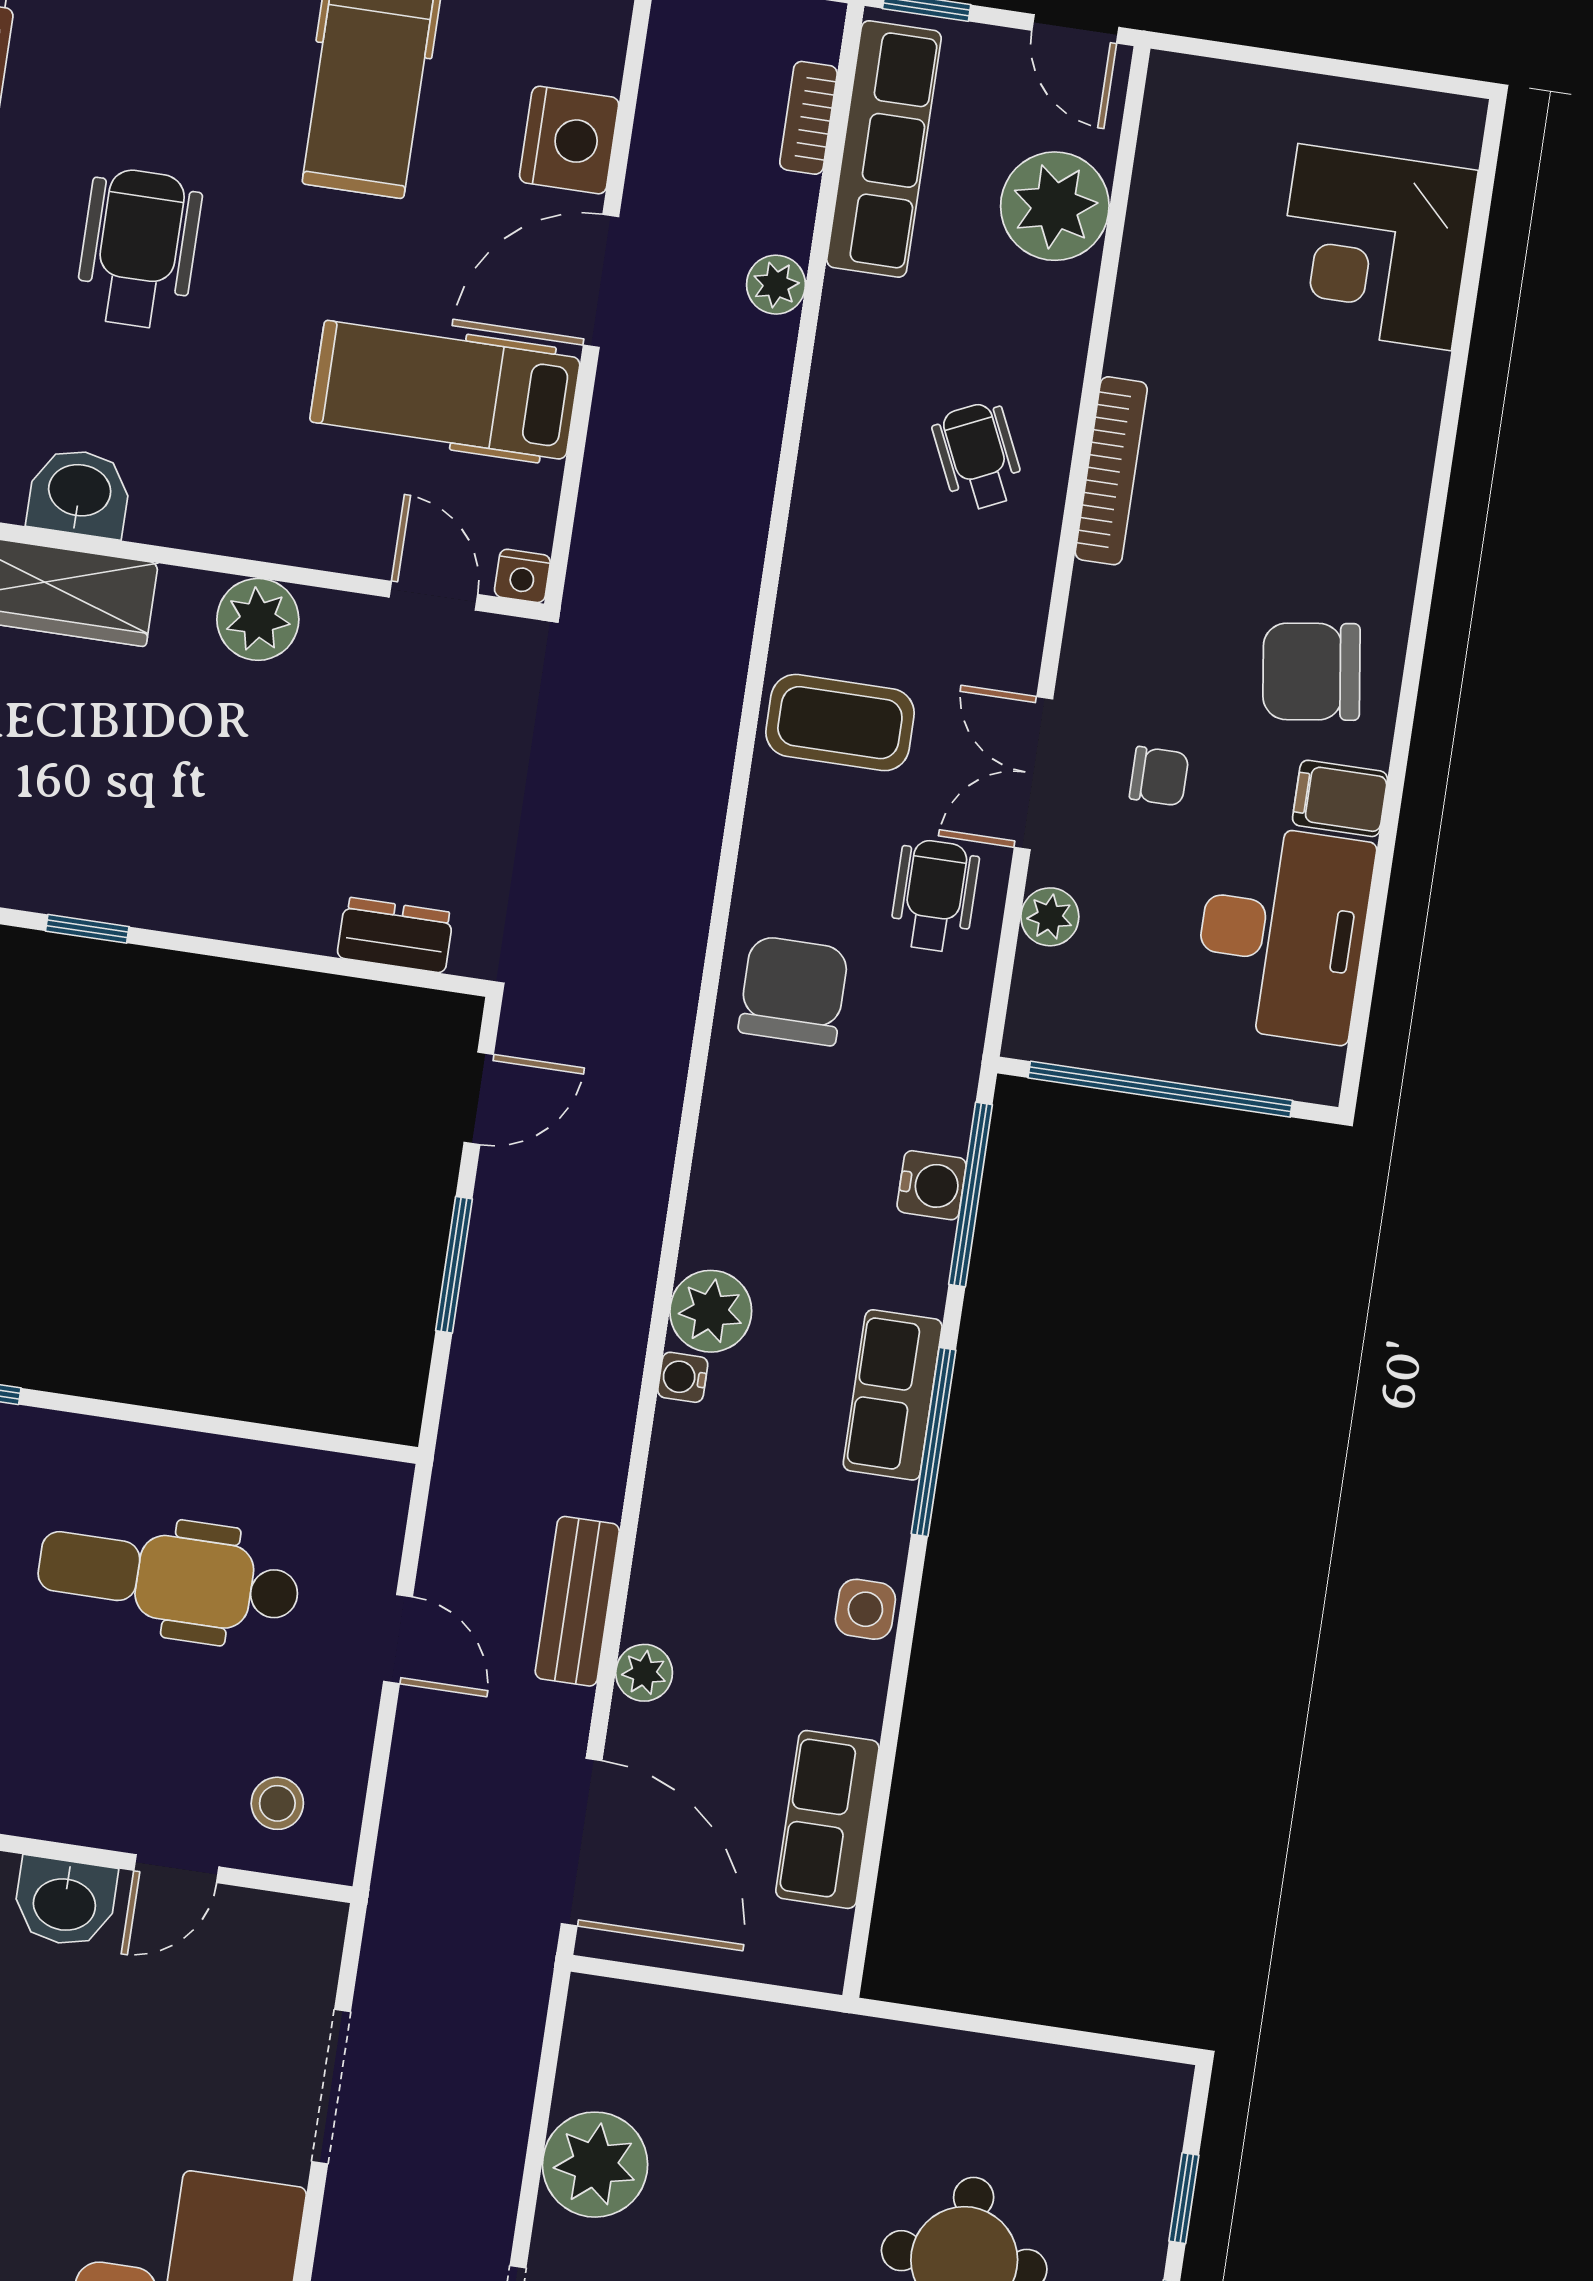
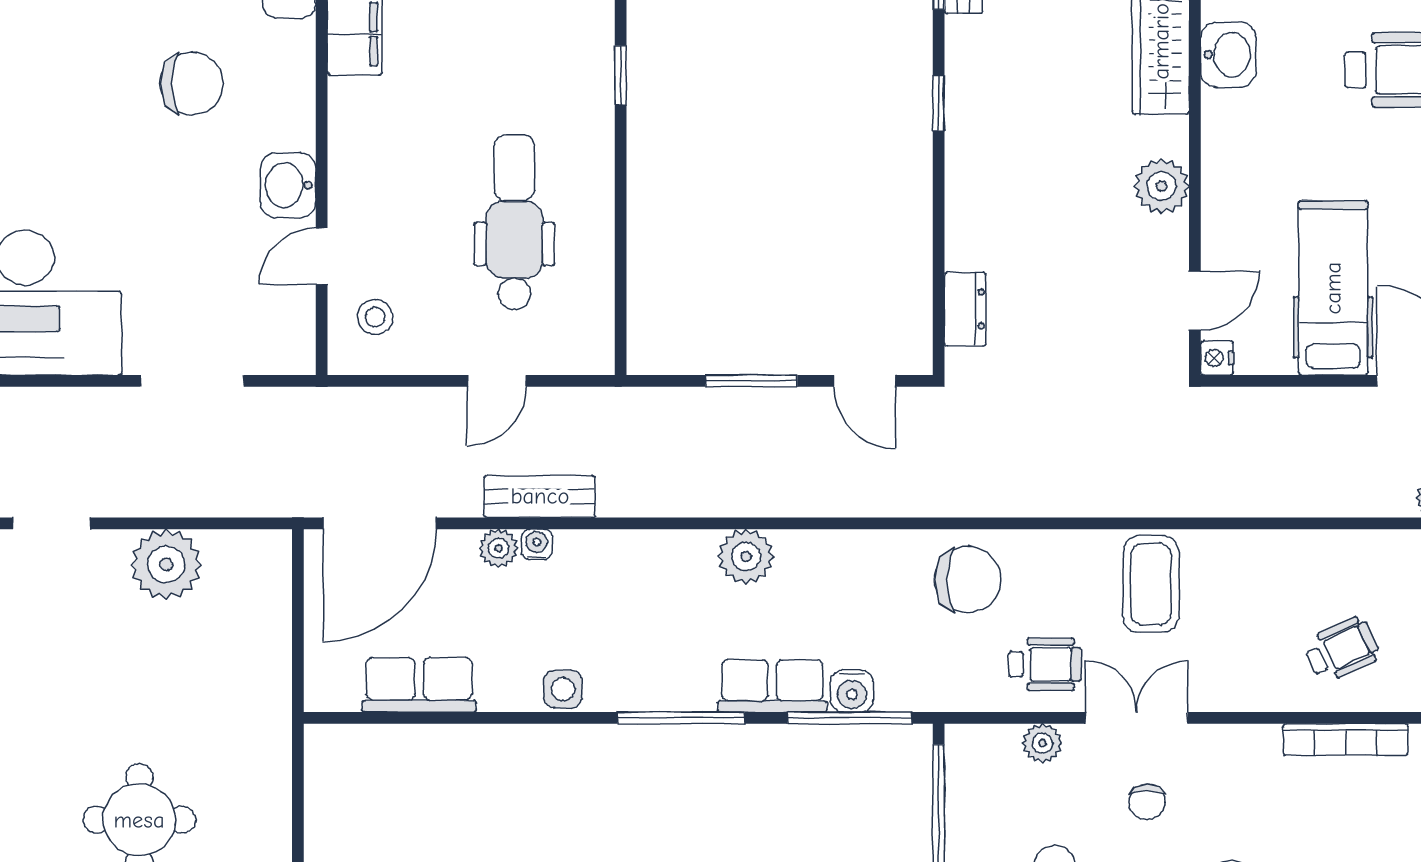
water cooler: (683, 1377) -> (537, 544), moved
row of seats: (893, 1395) -> (772, 686), moved
door: (176, 1869) -> (322, 256), hinge flipped

